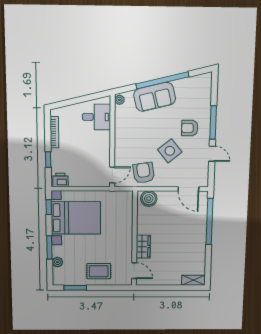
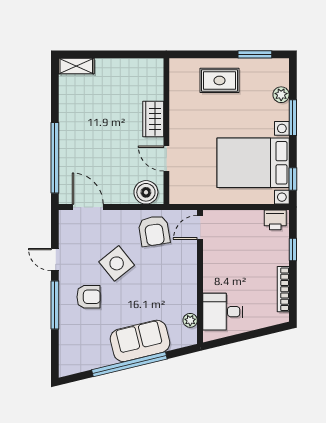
plant: (119, 100) -> (190, 320), moved
door: (134, 271) -> (166, 158), moved

